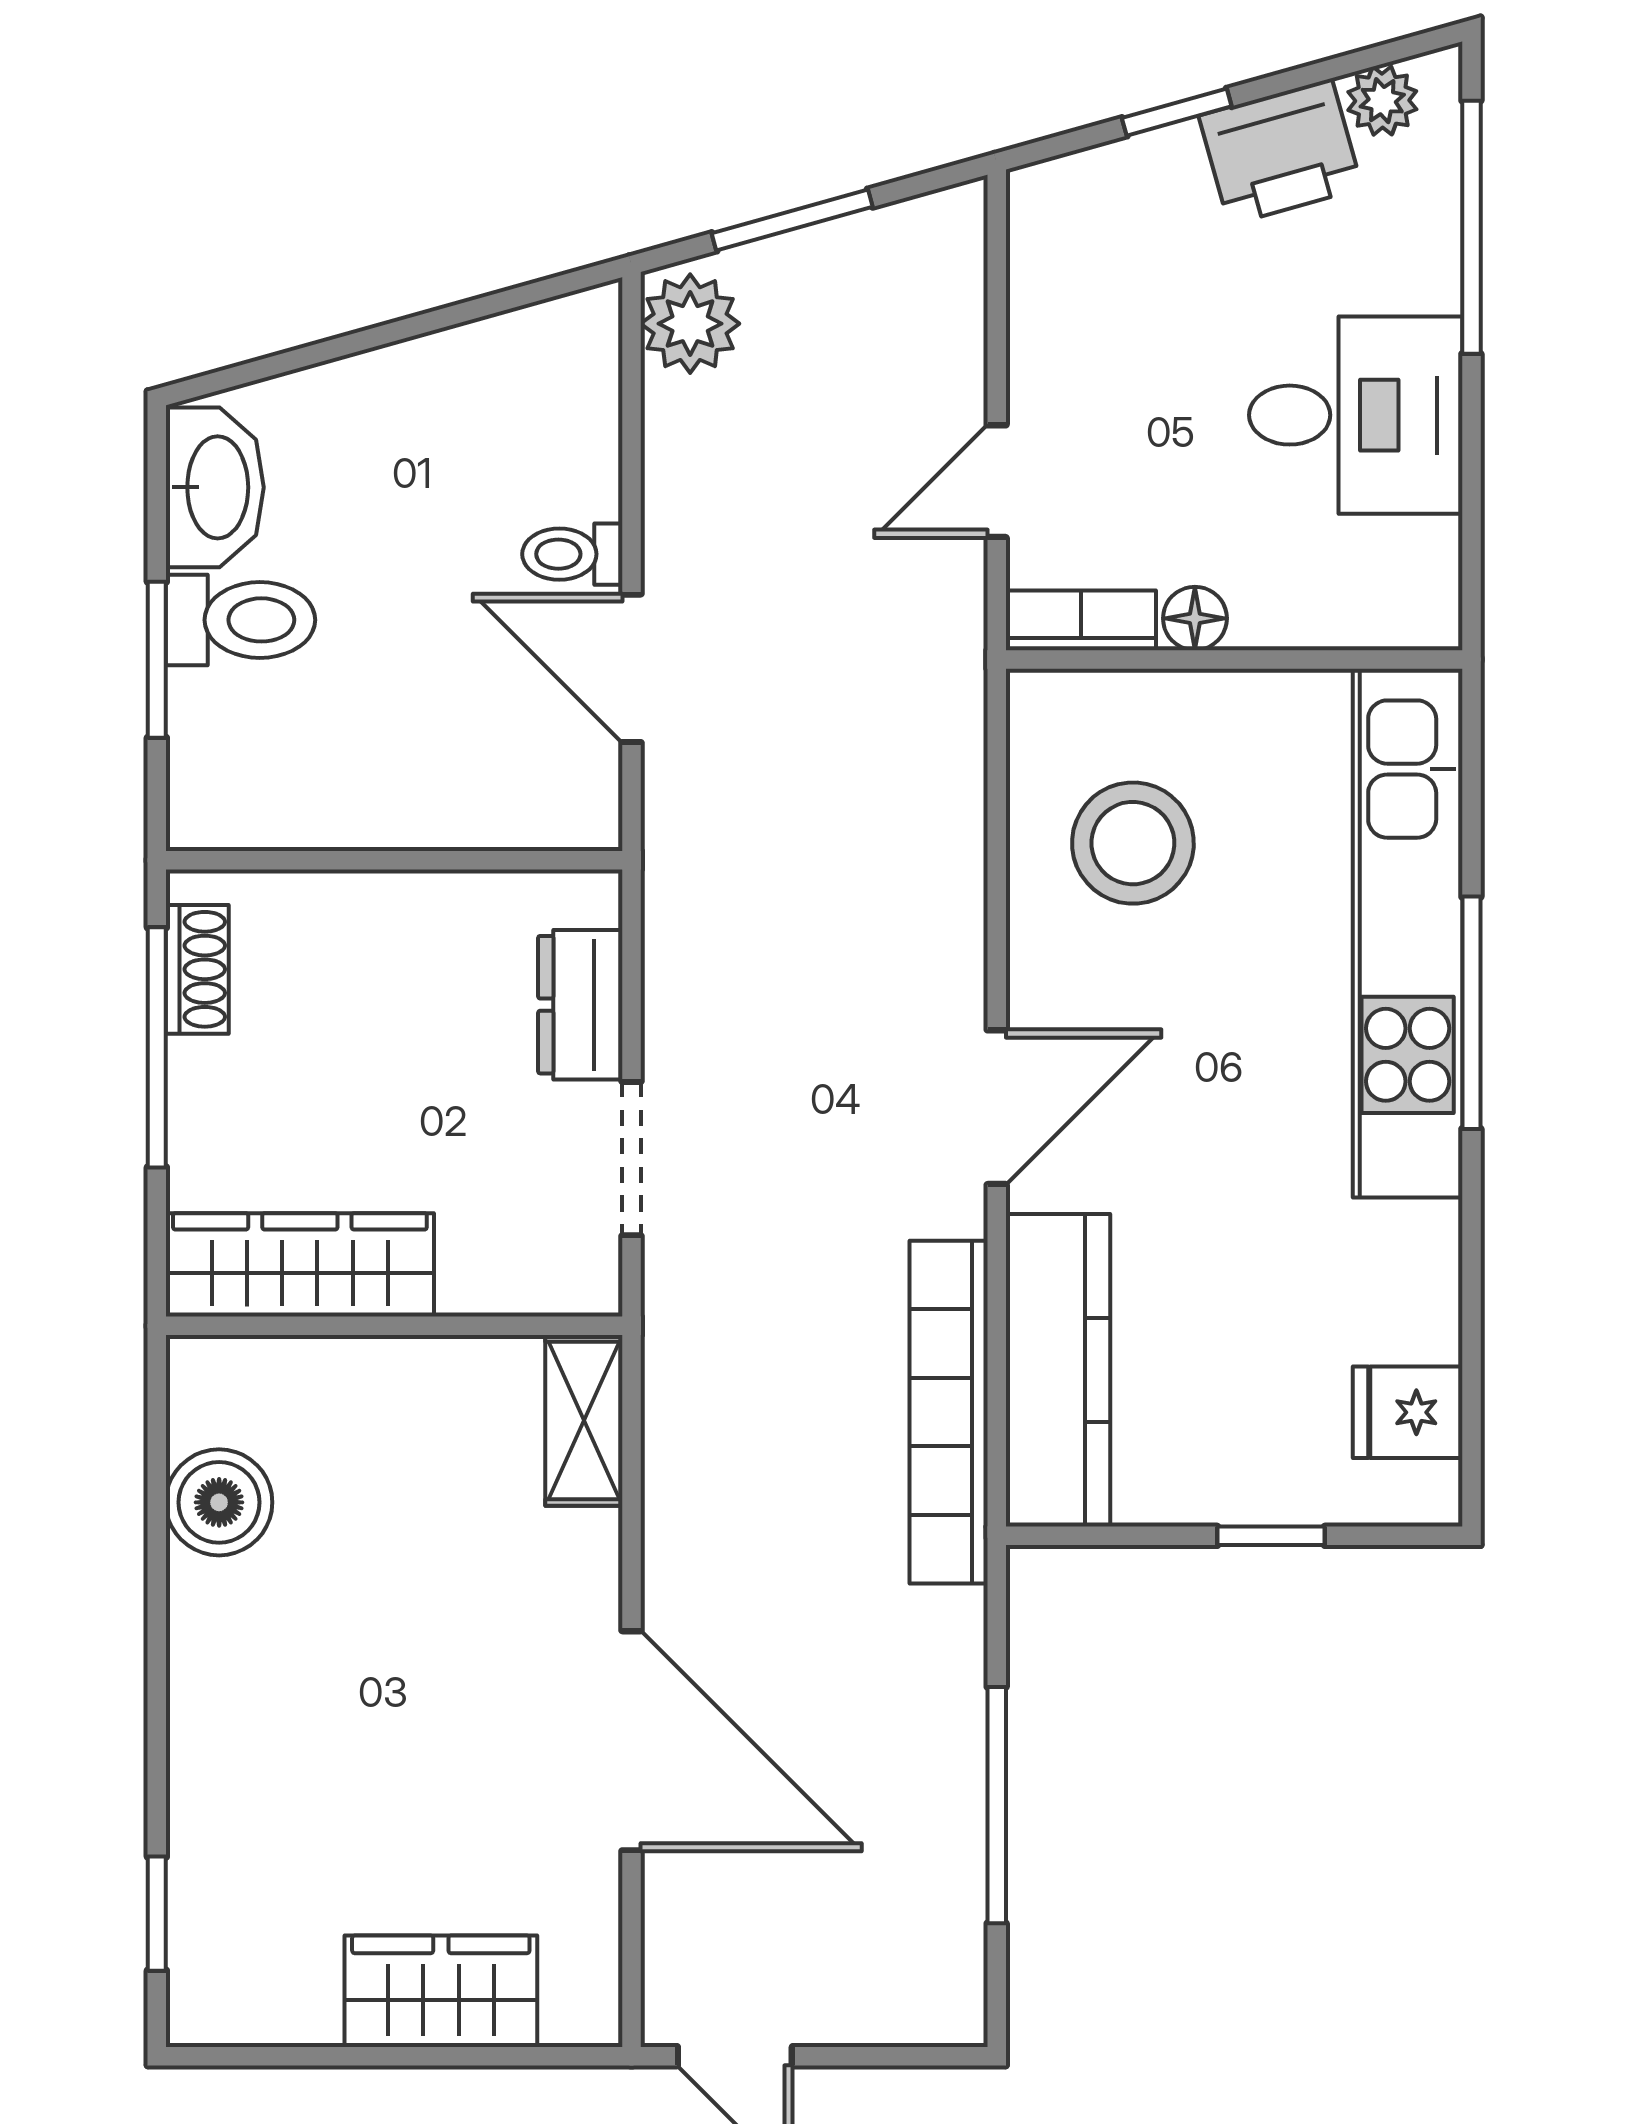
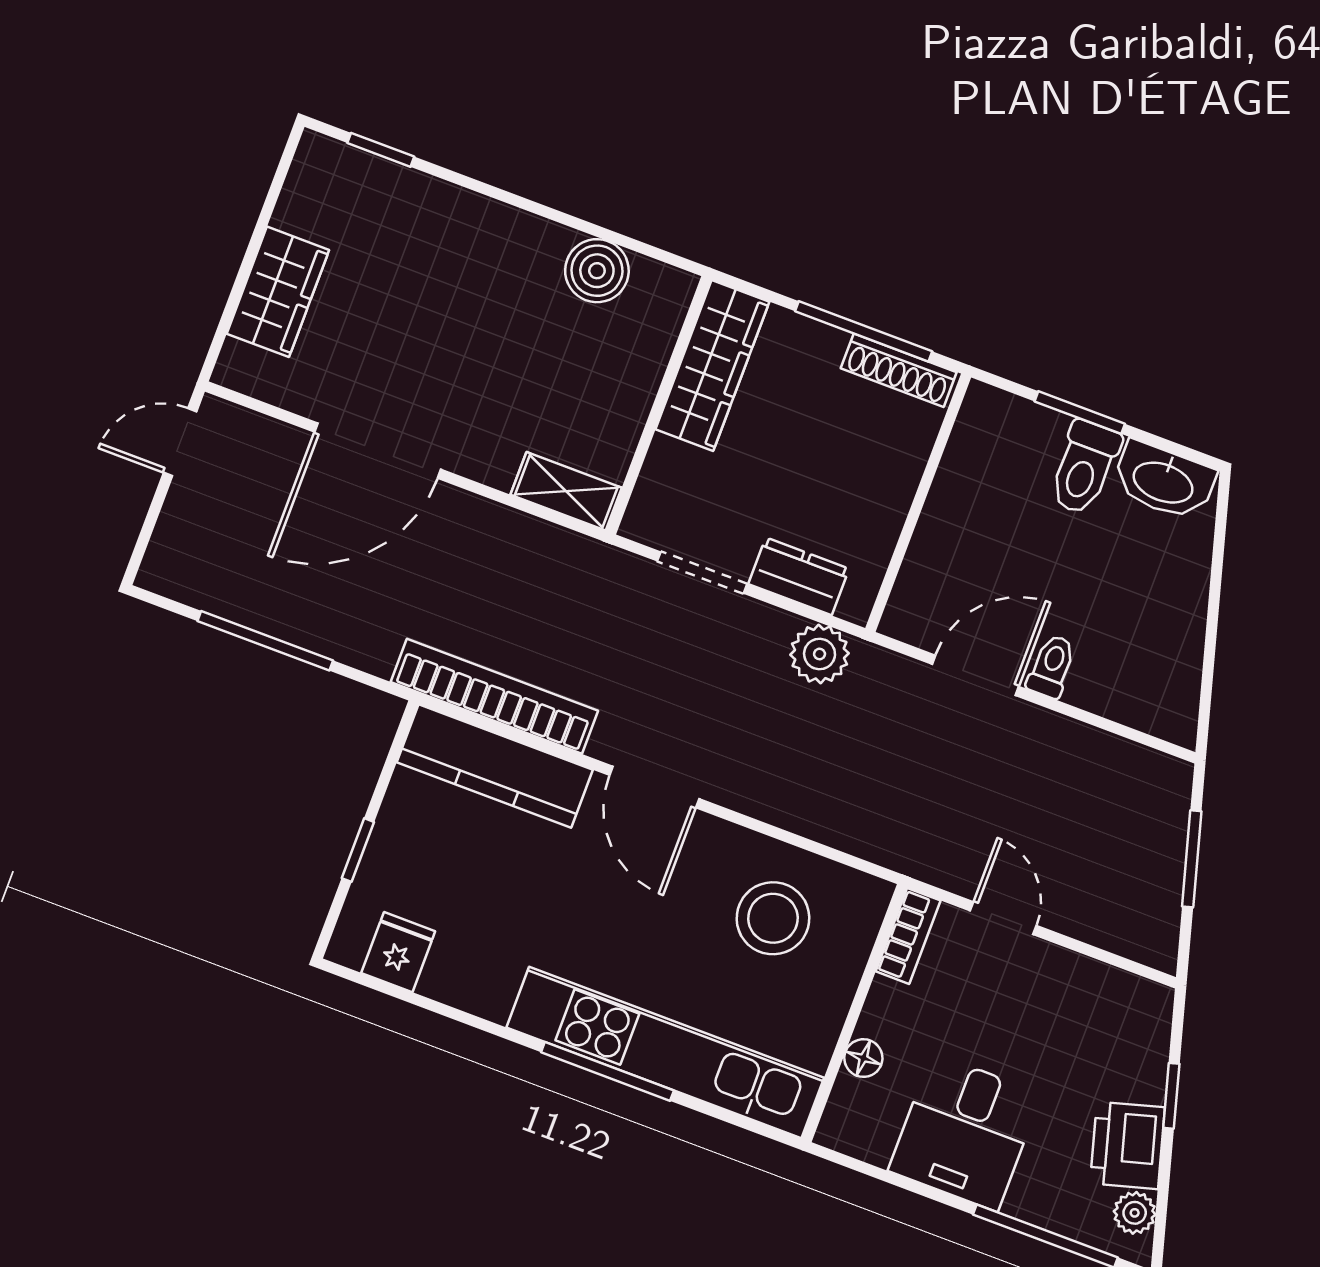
plant: (690, 324) -> (820, 654), moved
floor lamp: (1195, 618) -> (863, 1058), moved
shoe rack: (197, 969) -> (899, 370), width x1.43

